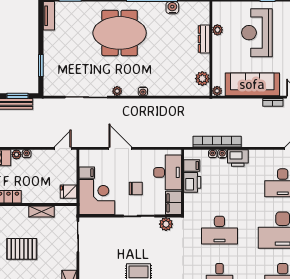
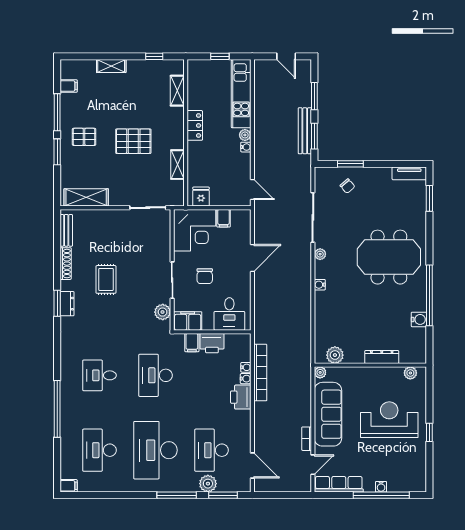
plant: (217, 30) -> (410, 373), moved
meeting table: (120, 33) -> (389, 257), turned 90
chair: (60, 68) -> (347, 186), added
filing cabinet: (192, 165) -> (192, 343), moved
desk: (168, 172) -> (229, 314), width x0.73
pallet: (22, 249) -> (133, 141), turned 90

